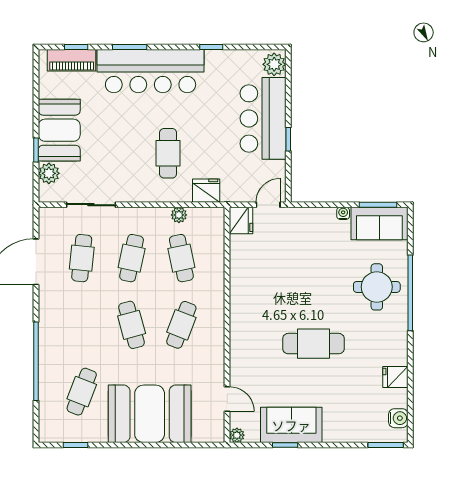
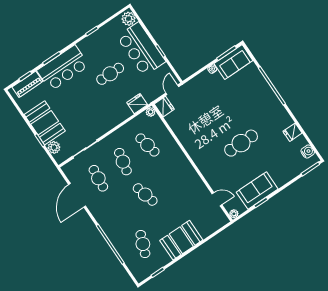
bar counter: (151, 71) -> (63, 68), width x0.73
cafe table: (168, 153) -> (110, 74), moved, turned 90
plant: (179, 215) -> (151, 112), moved
round table: (377, 287) -> (253, 94), removed
cafe table: (181, 325) -> (170, 178), removed
booth: (150, 414) -> (181, 240), width x0.73, depth x0.70

